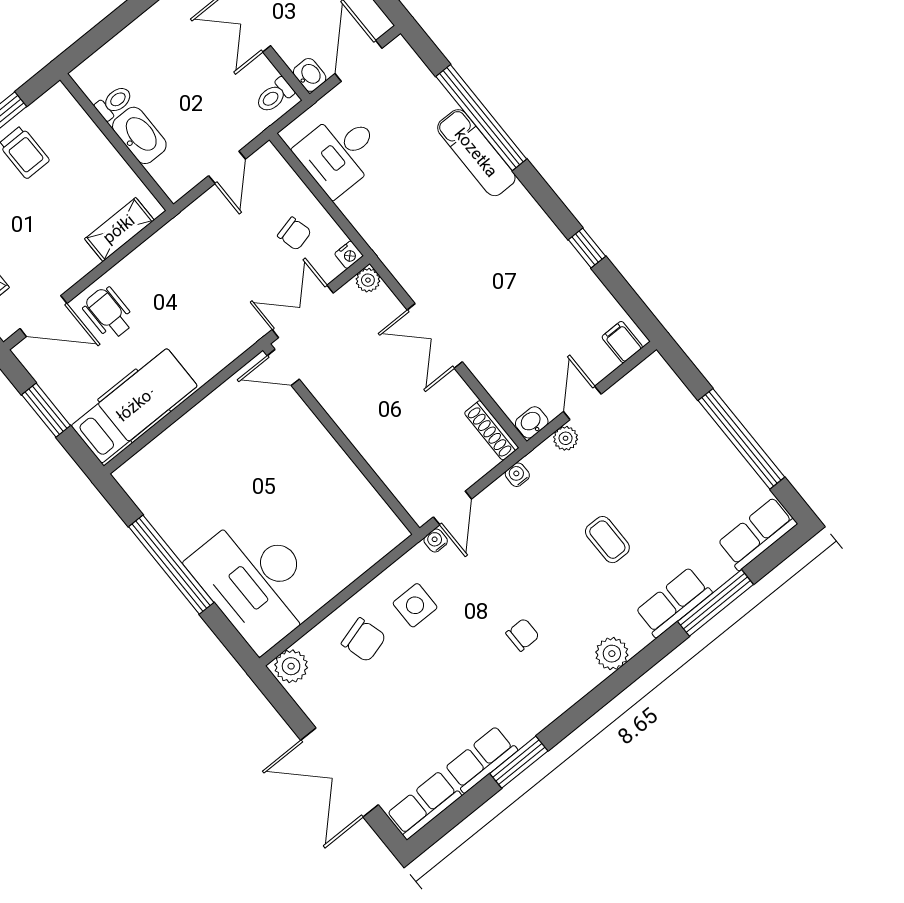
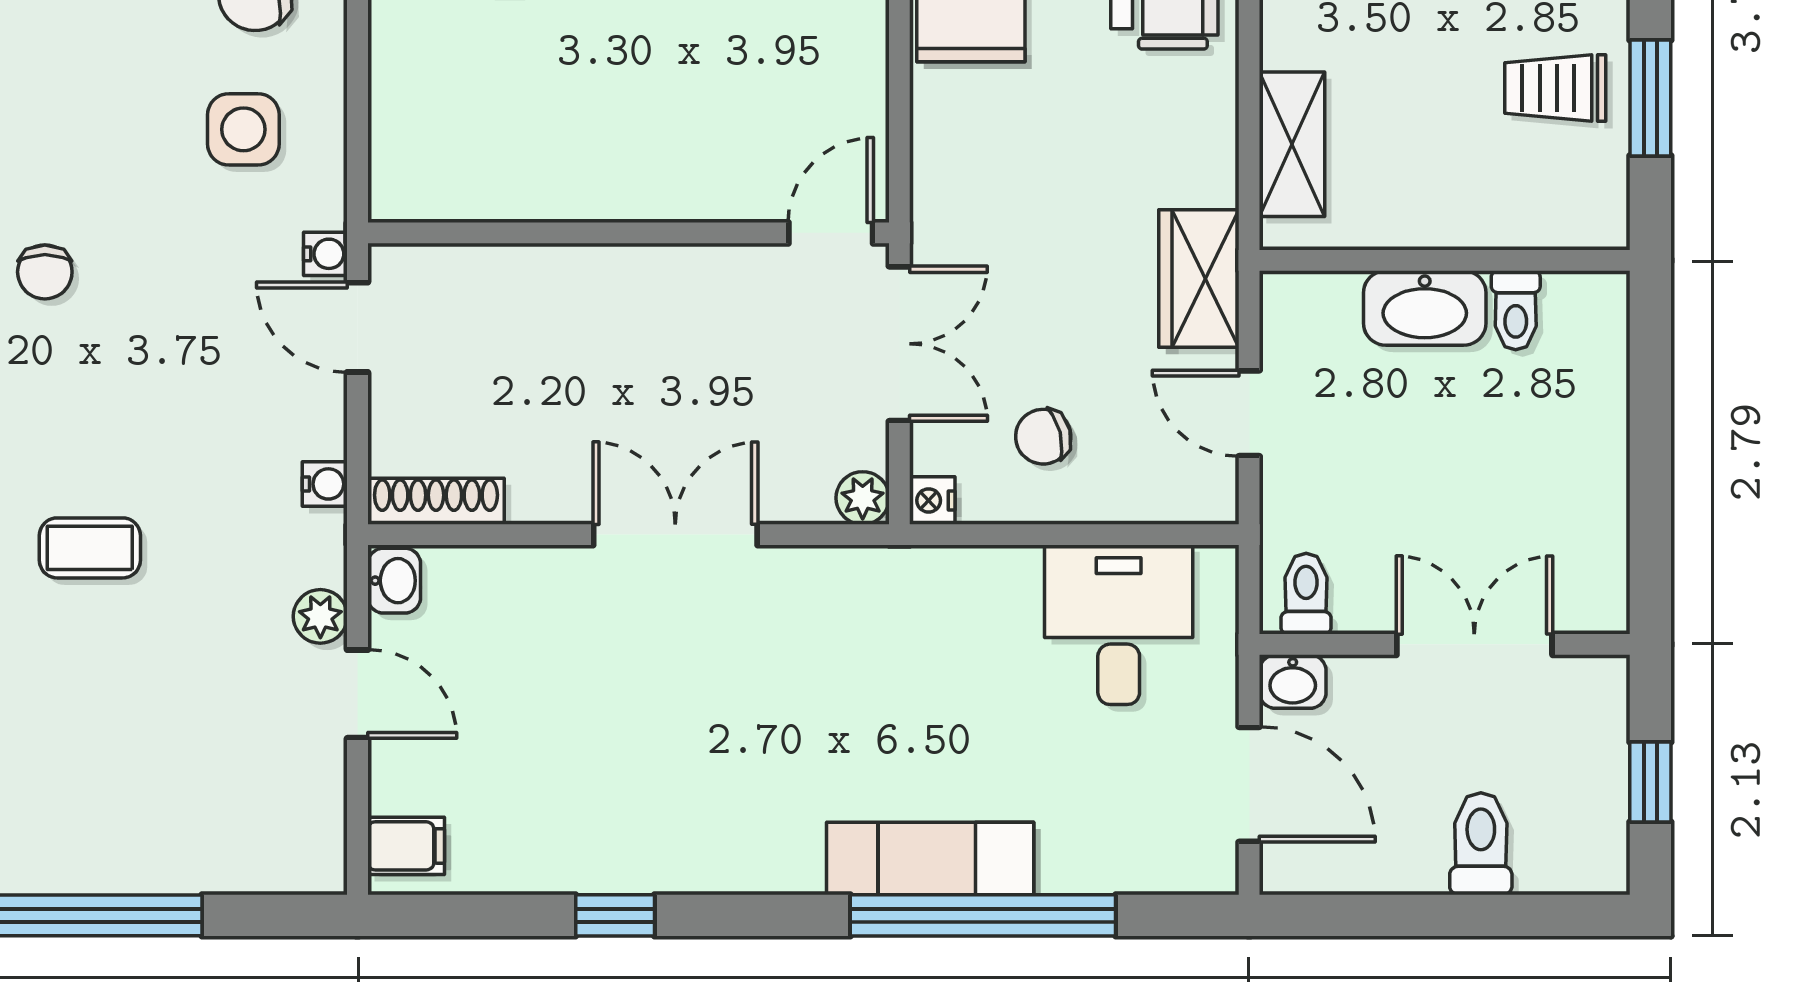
wardrobe: (194, 224) -> (1199, 279), added

